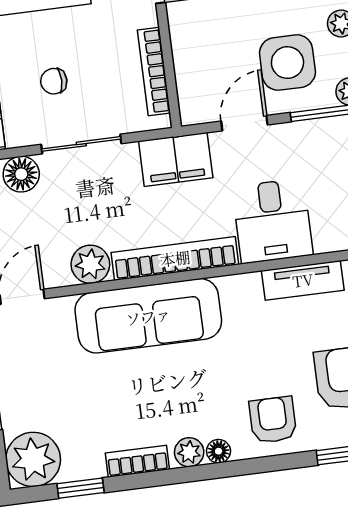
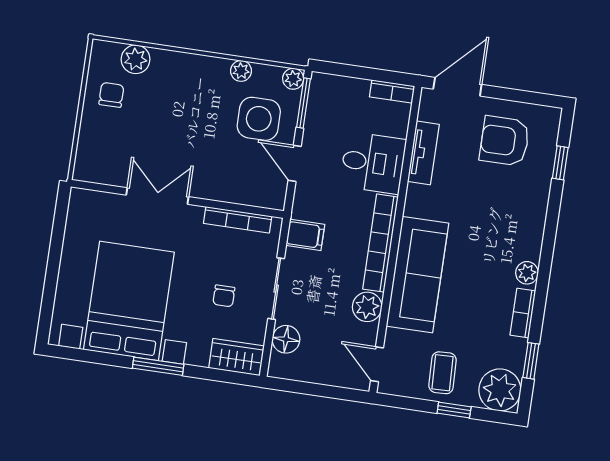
filing cabinet: (176, 159) -> (305, 235), width x0.50
coffee table: (34, 382) -> (443, 373), added
armchair: (273, 420) -> (520, 204), removed
floor lamp: (219, 451) -> (532, 251), removed

